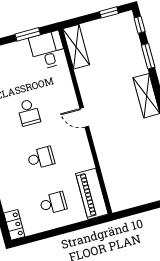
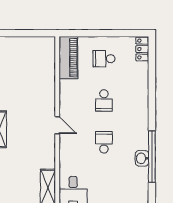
school desk: (41, 158) -> (104, 100), turned -90

